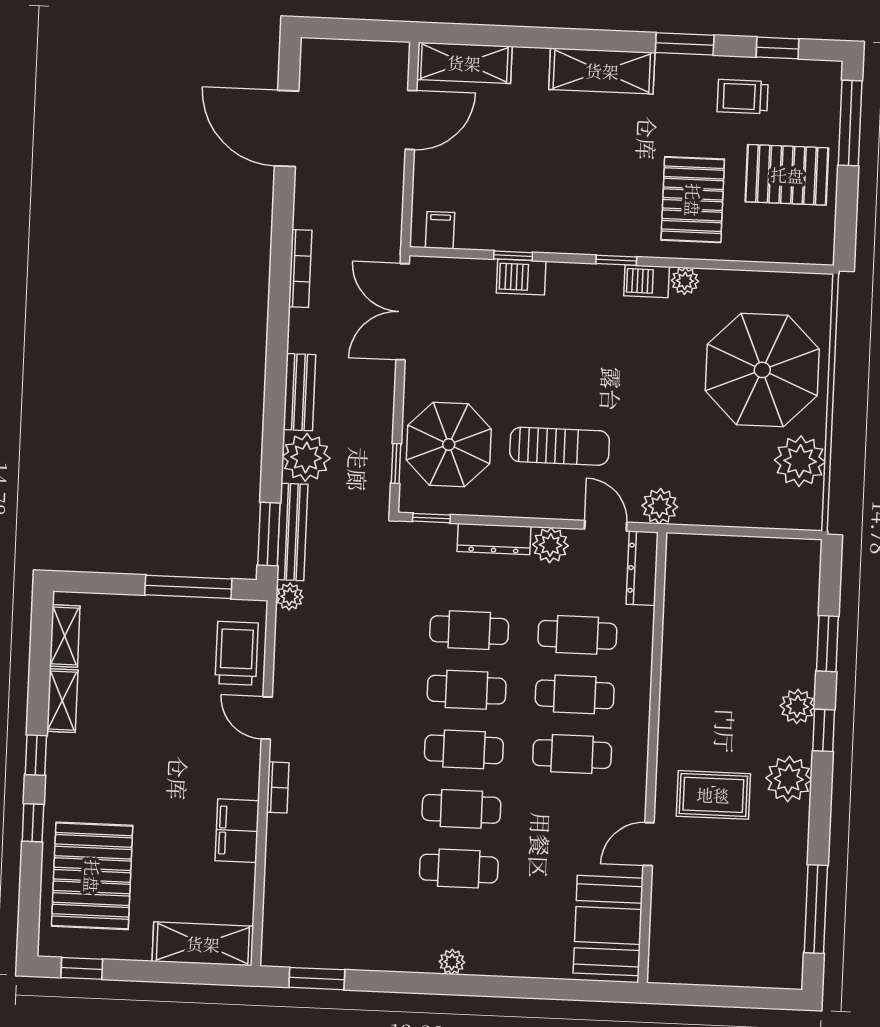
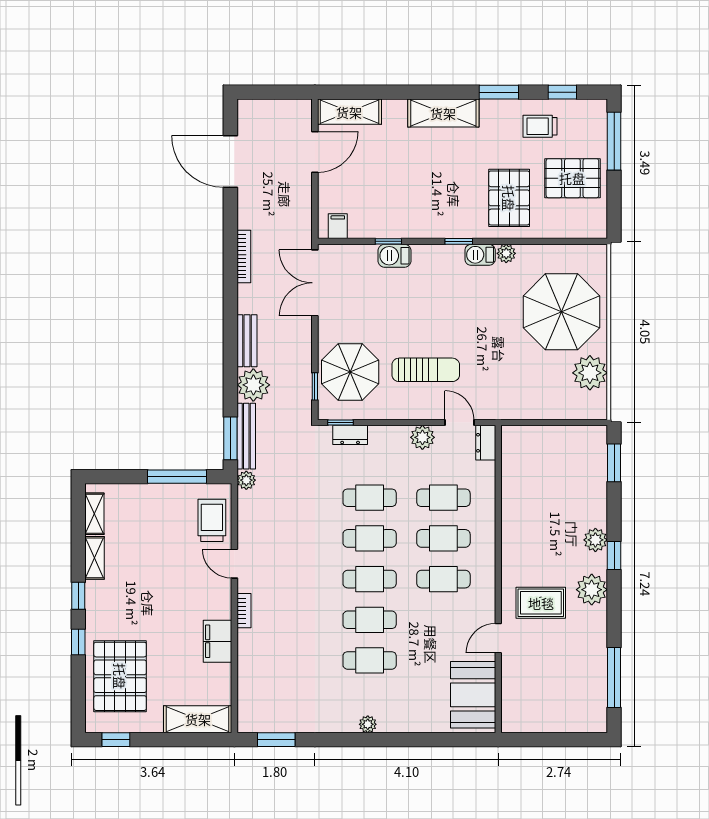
plant: (660, 506) -> (496, 408), removed
dresser: (494, 539) -> (350, 435), moved, width x0.70
dresser: (642, 568) -> (486, 443), width x0.70
window: (827, 644) -> (614, 463), moved

